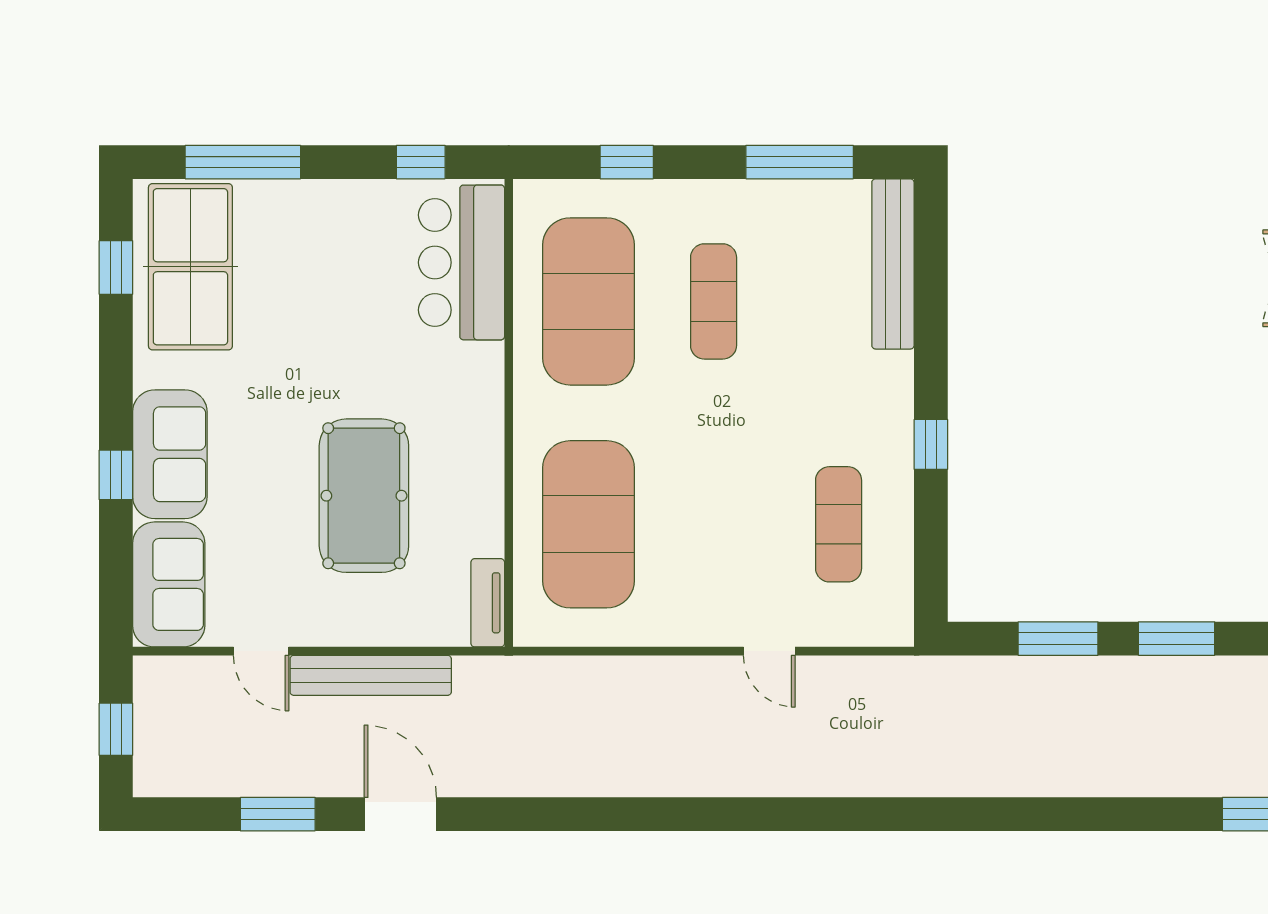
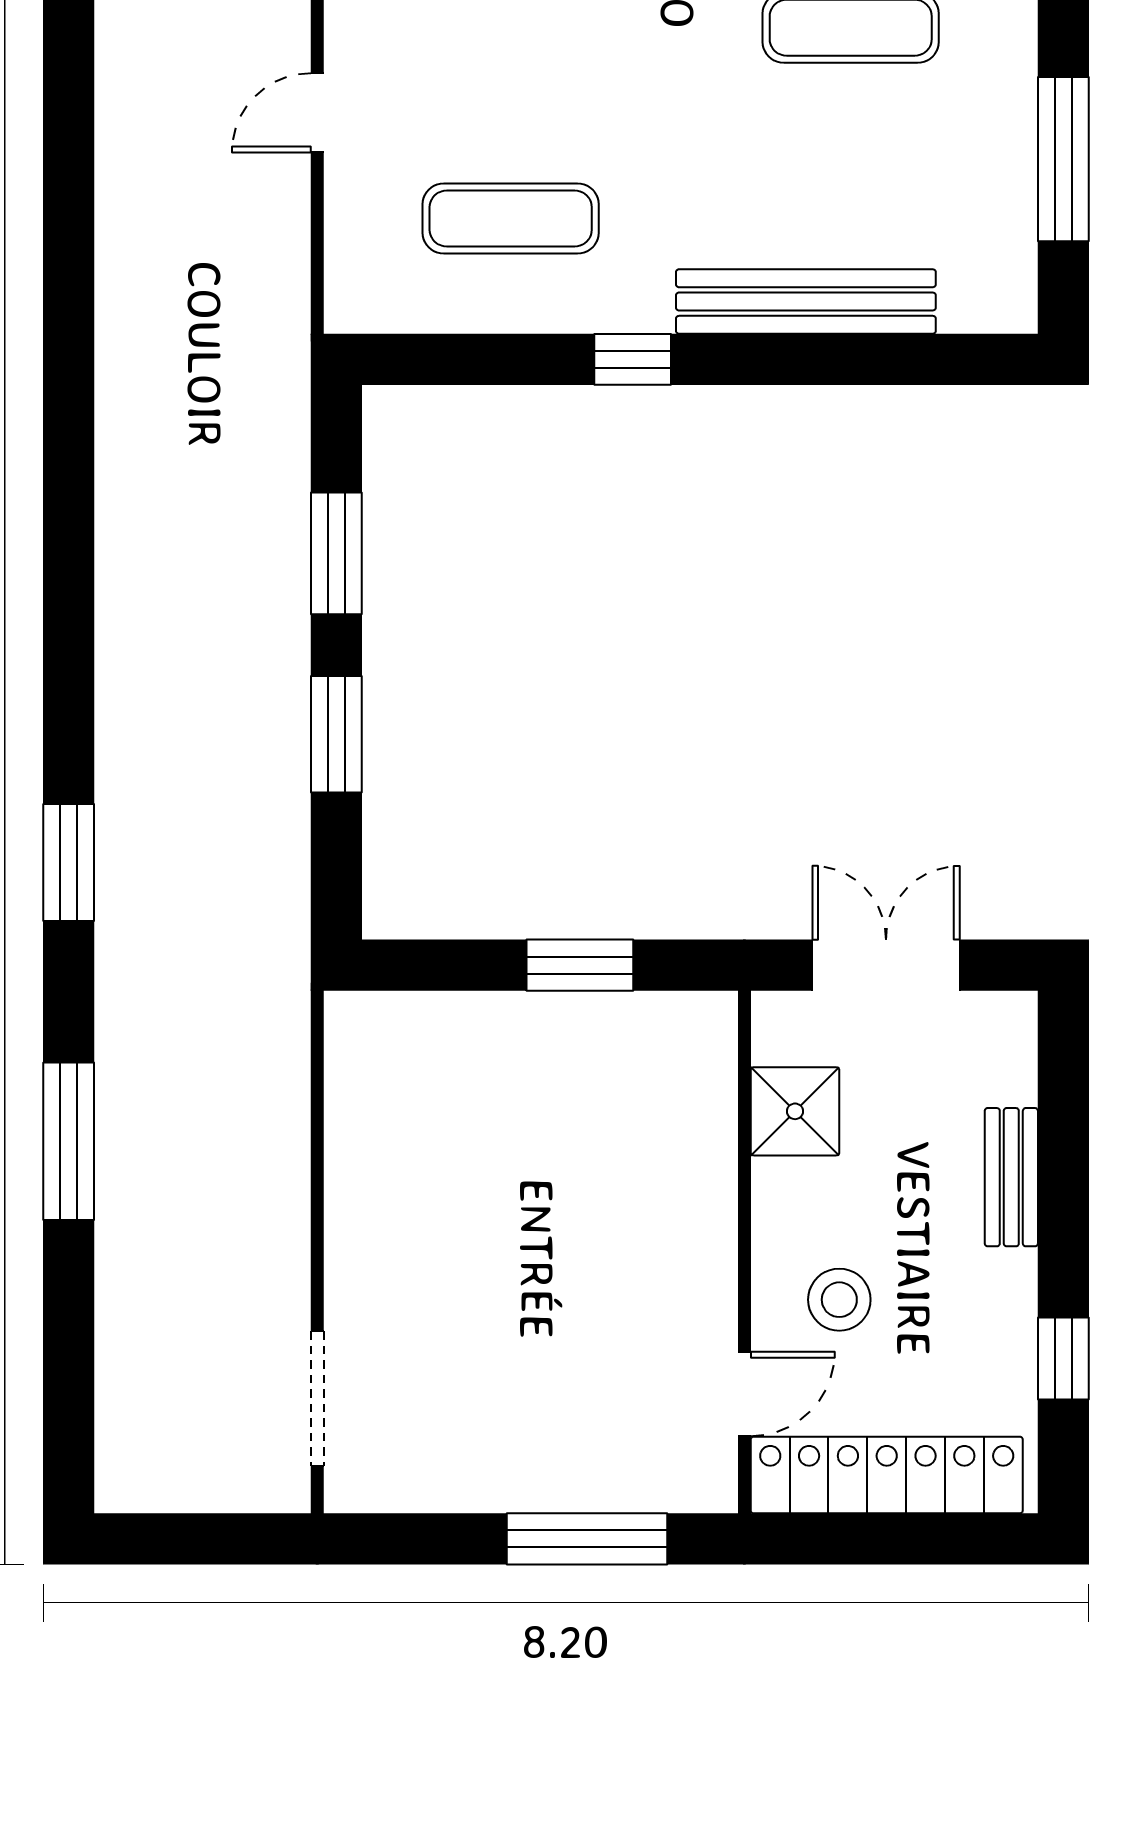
bench: (893, 264) -> (806, 302), moved

